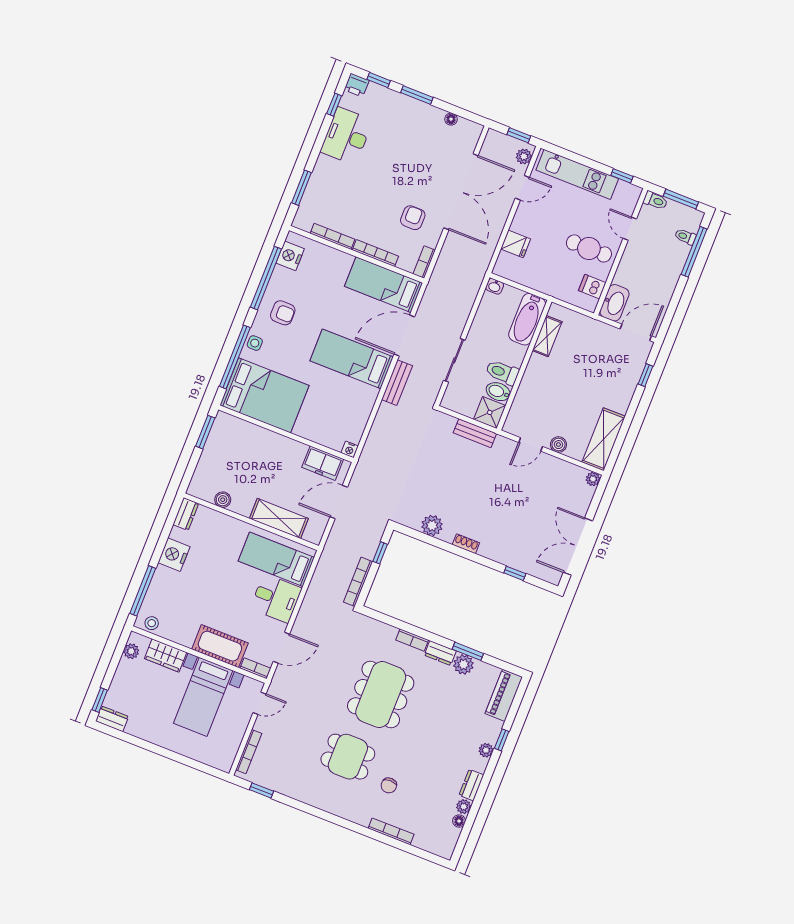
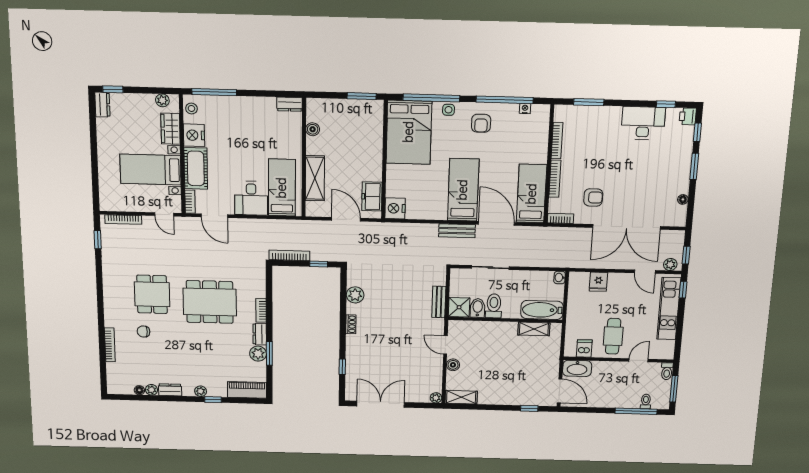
window: (622, 176) -> (683, 290), moved
nightstand: (290, 256) -> (525, 109), width x0.53, depth x0.56
shelving: (604, 439) -> (461, 397), width x0.67, depth x0.75
nightstand: (350, 449) -> (395, 208), width x1.89, depth x1.79
nightstand: (174, 555) -> (194, 135), moved, turned -90

